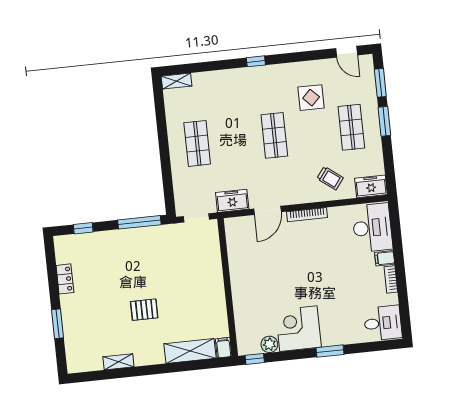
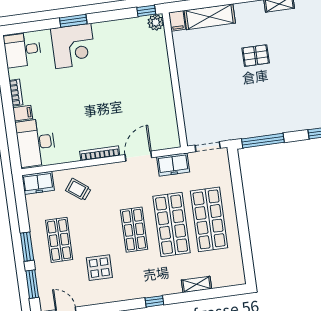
shelving: (176, 81) -> (196, 284), moved
shop shelf: (236, 139) -> (172, 224), added
shop shelf: (197, 143) -> (209, 219), width x1.43, depth x1.36
corner desk: (298, 329) -> (73, 46), moved
plant: (269, 344) -> (156, 22), moved

